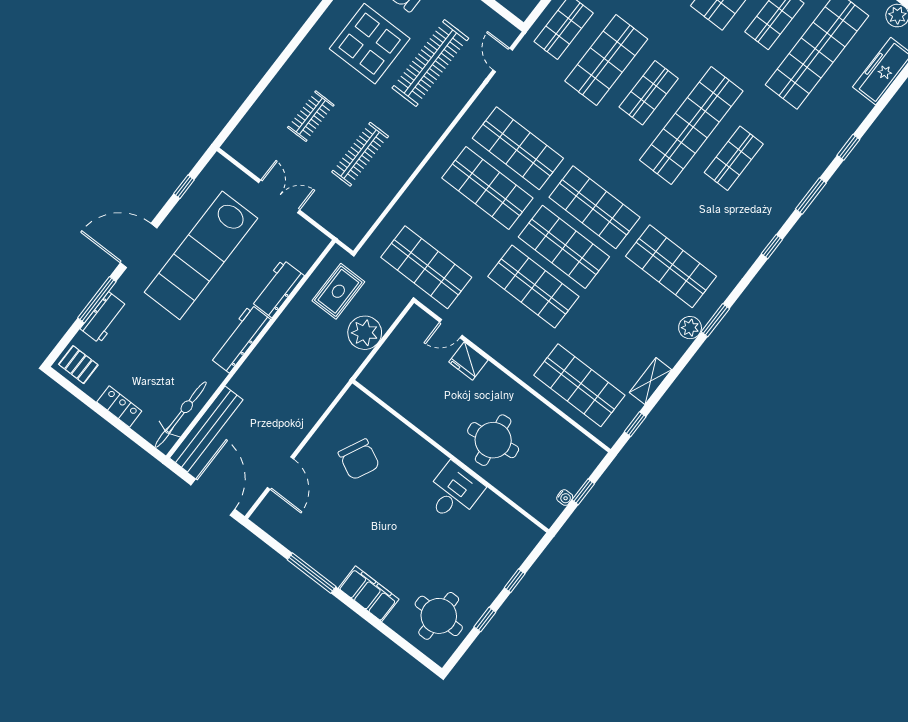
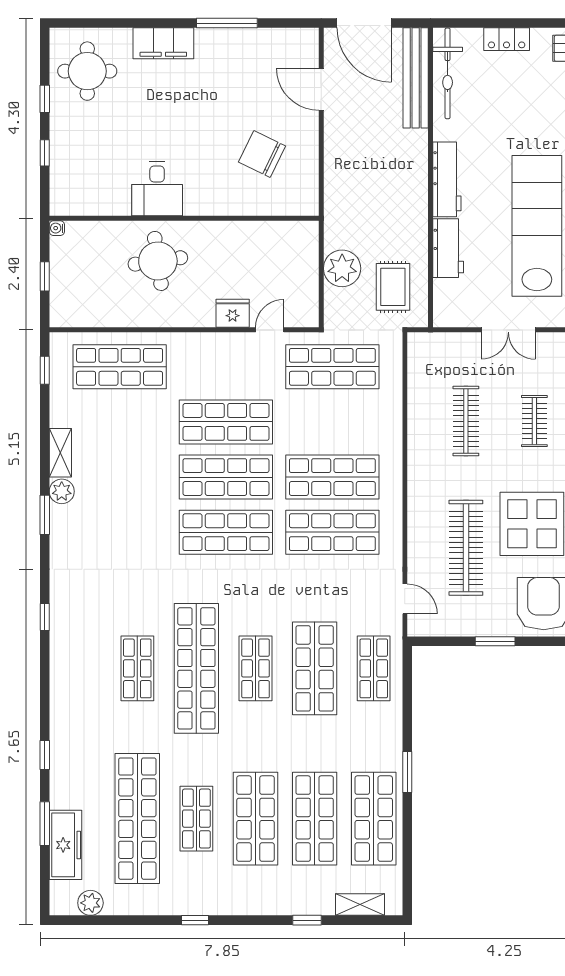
window: (811, 196) -> (45, 824), moved
shop shelf: (671, 266) -> (120, 532), removed
shelving: (651, 381) -> (60, 453), moved
water cooler: (565, 498) -> (57, 228), moved

